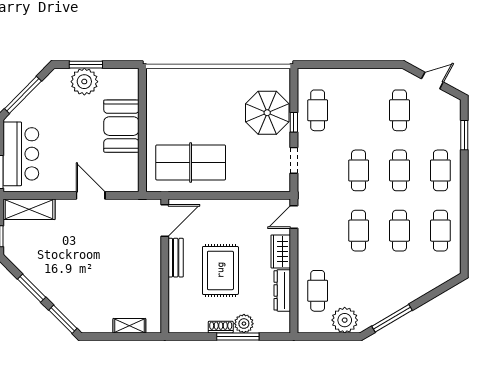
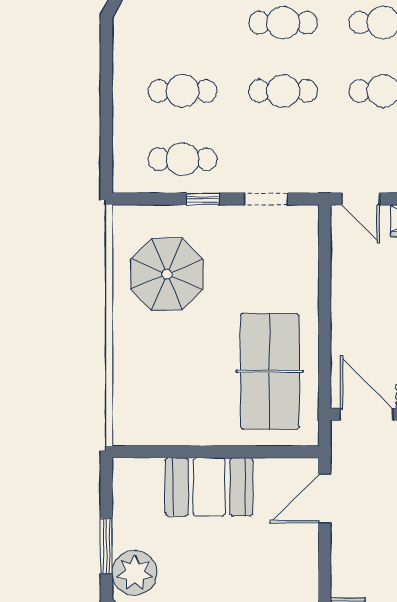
plant: (84, 82) -> (135, 573), moved
cafe table: (399, 110) -> (183, 91), moved
parasol: (267, 113) -> (167, 274), moved
door: (91, 195) -> (325, 499), moved

